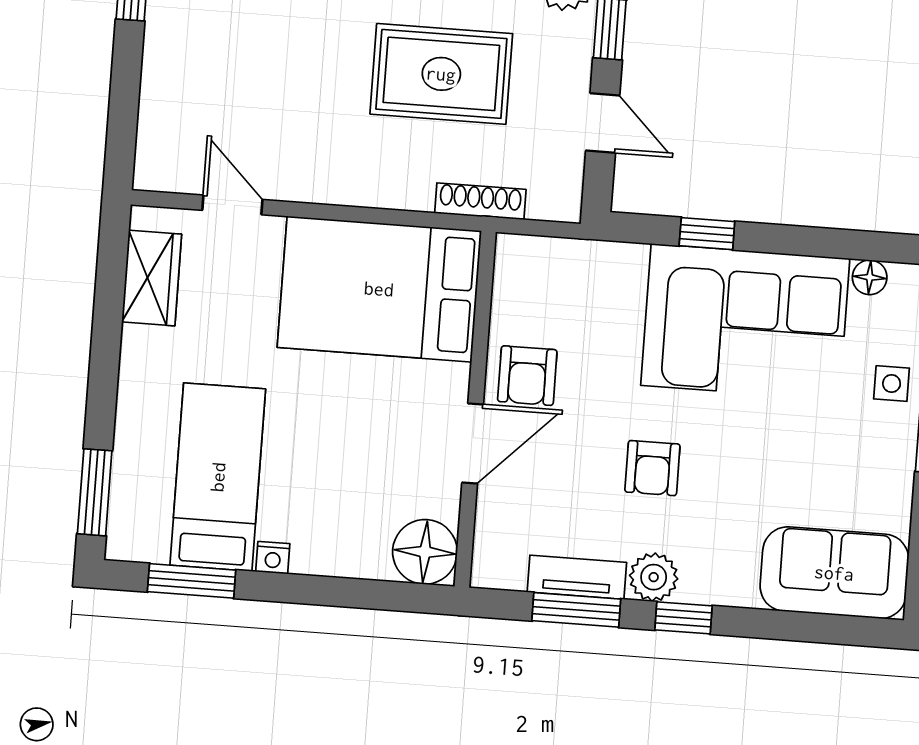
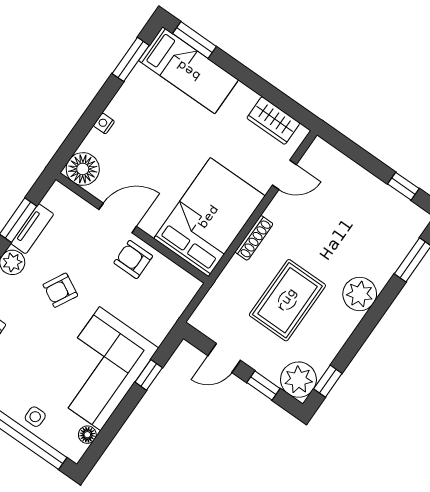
shoe rack: (480, 201) -> (254, 238), moved
door: (473, 444) -> (118, 218), swing flipped
armchair: (652, 468) -> (60, 290), turned -62
bed: (218, 477) -> (189, 70), moved
nightstand: (273, 558) -> (104, 123), moved

